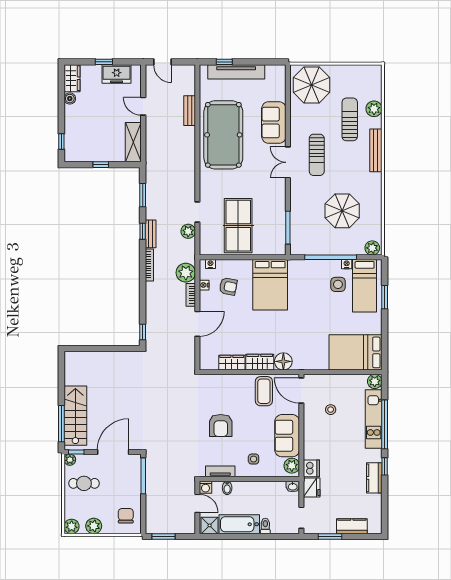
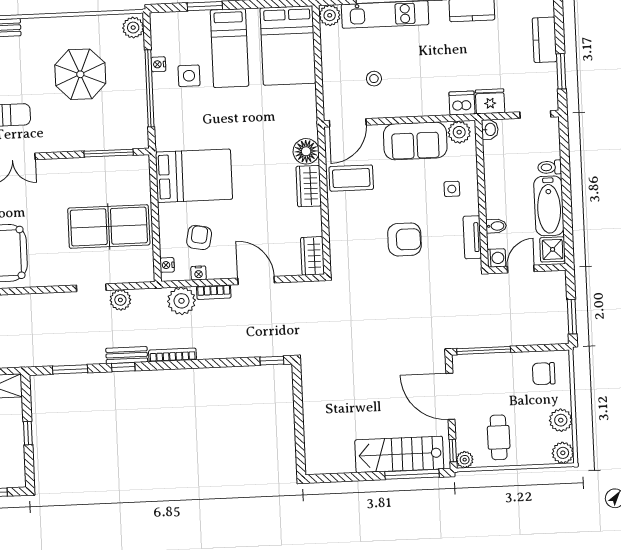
bed: (365, 286) -> (229, 48), moved, turned 90
wardrobe: (232, 363) -> (312, 256), moved

